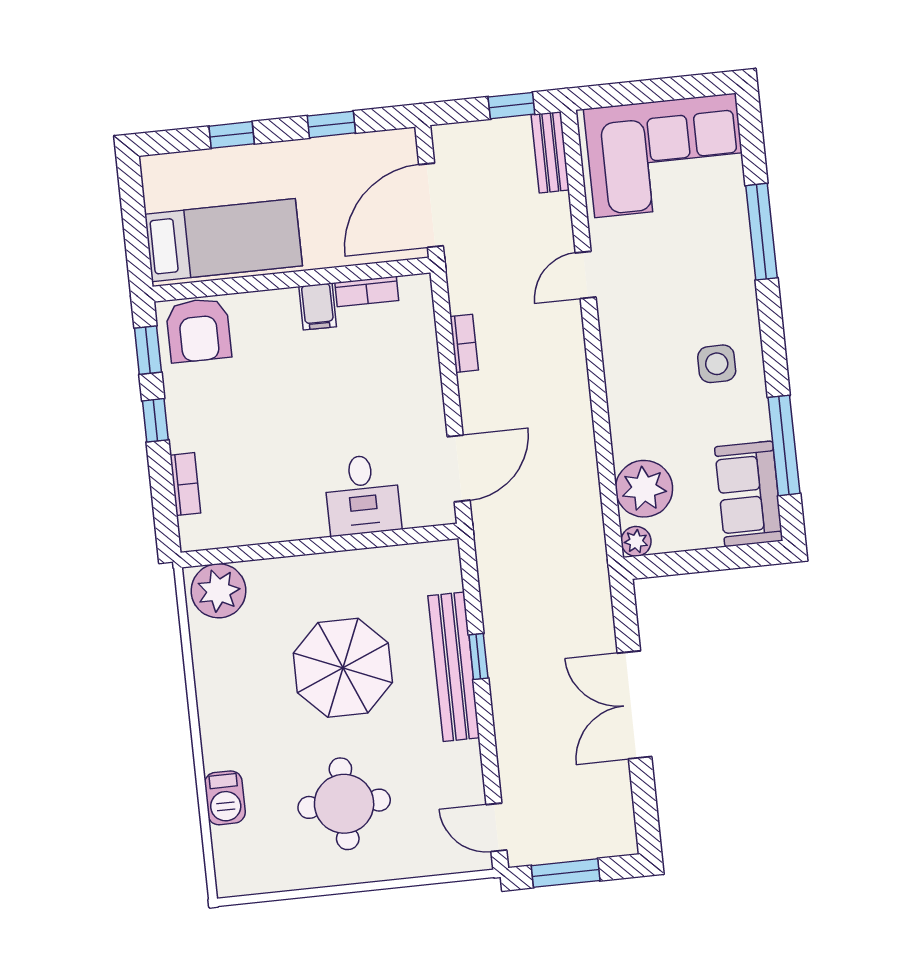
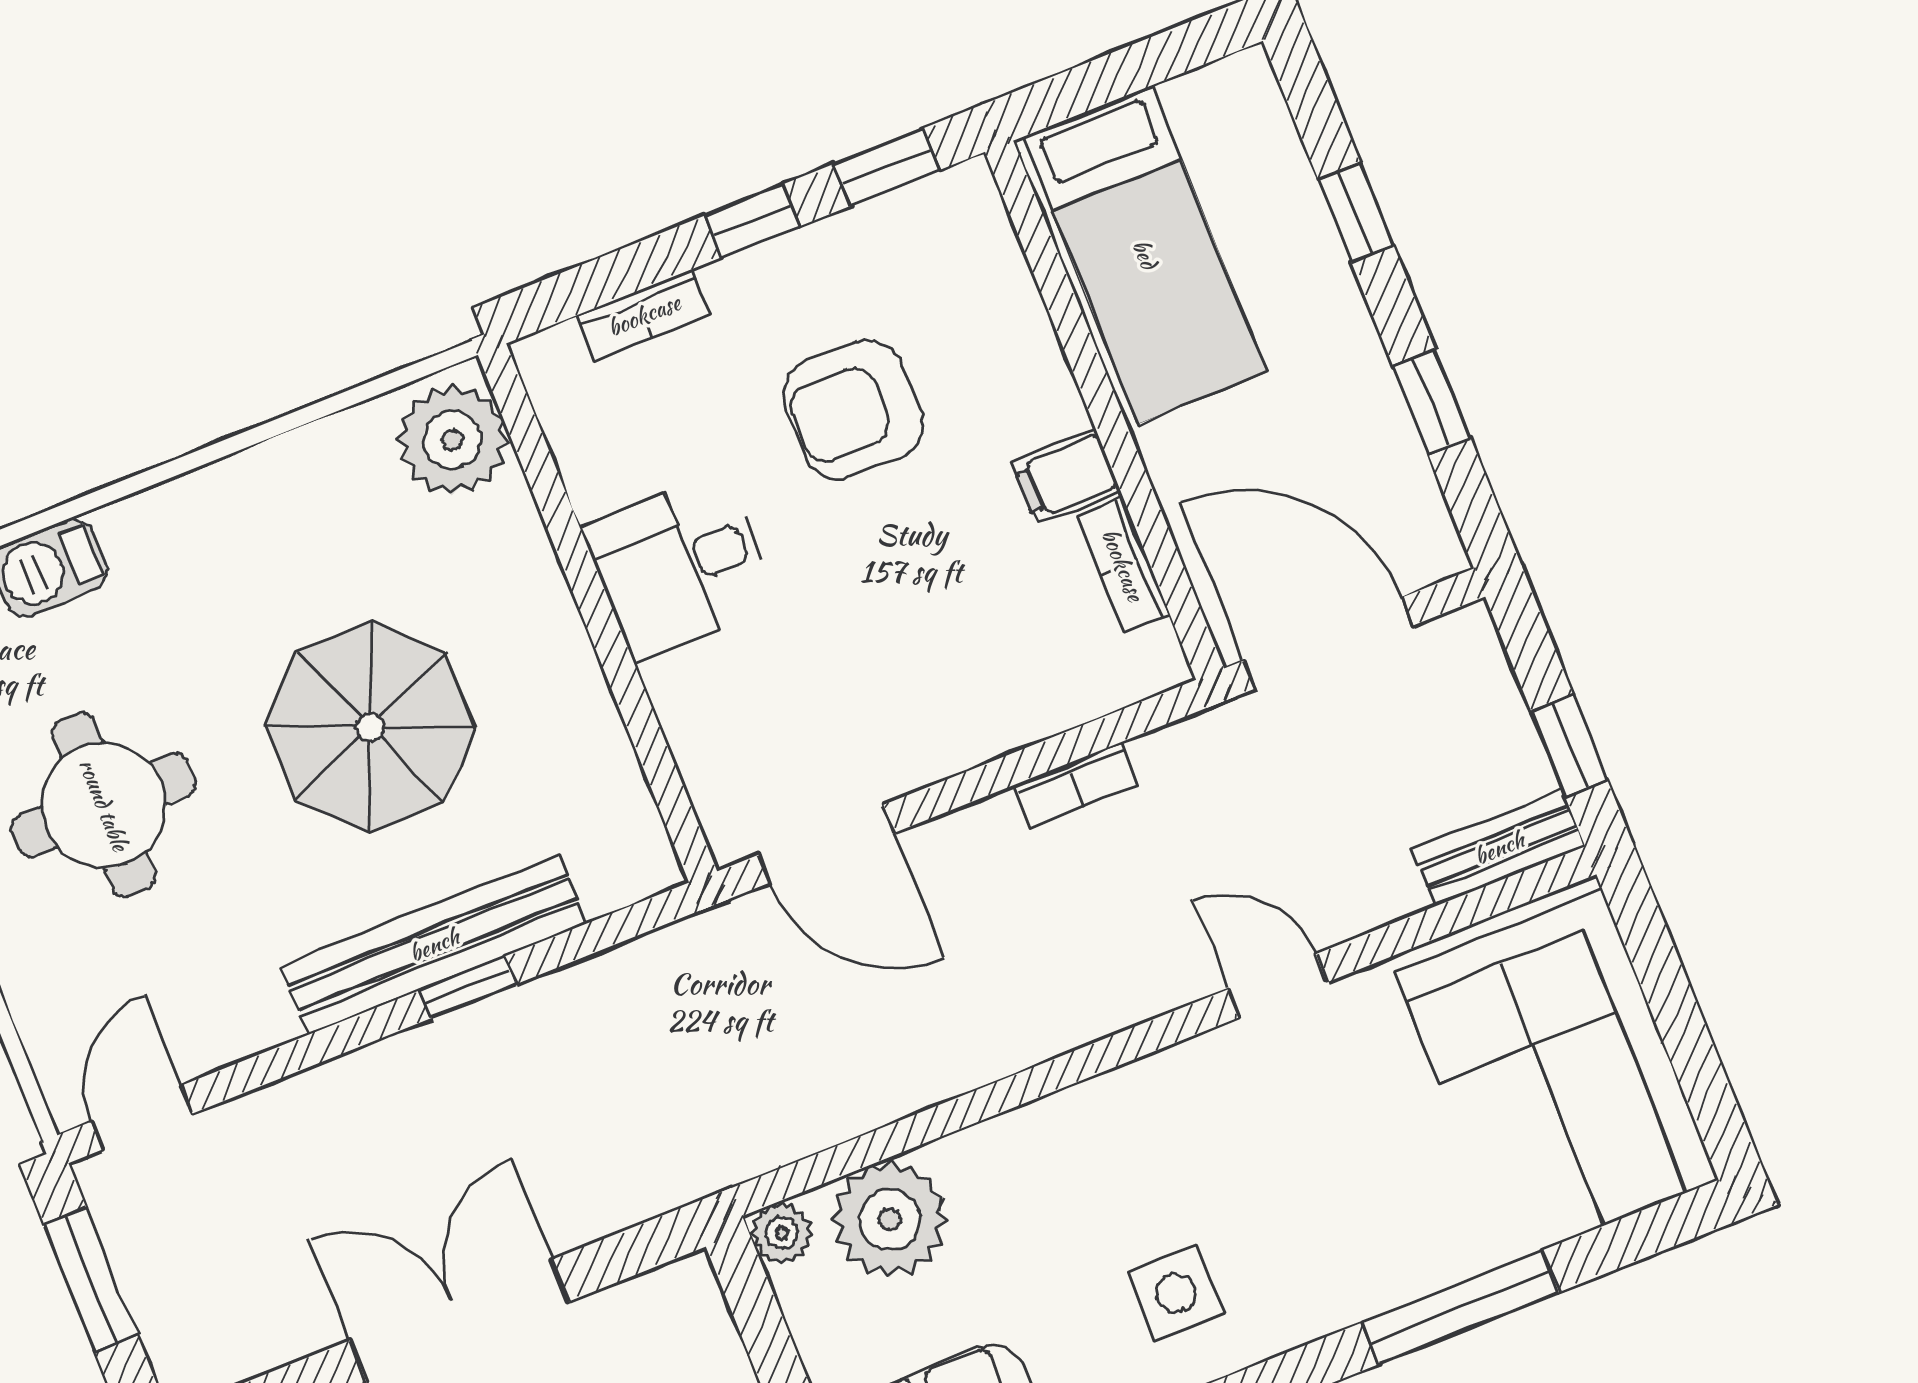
armchair: (199, 330) -> (853, 409), moved
desk: (362, 495) -> (680, 566), moved

